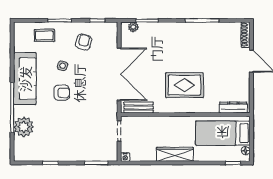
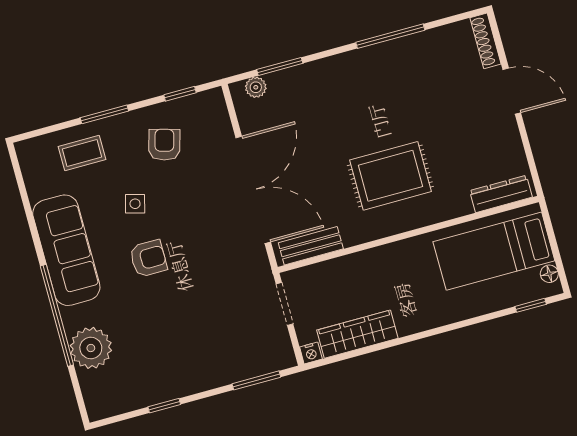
wardrobe: (175, 154) -> (357, 334), moved

